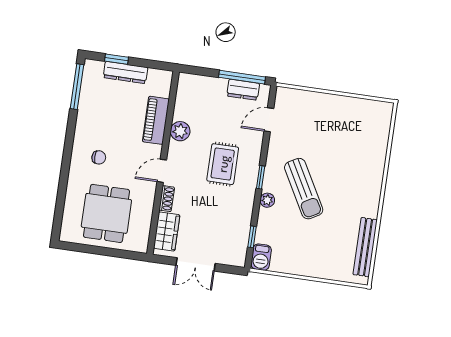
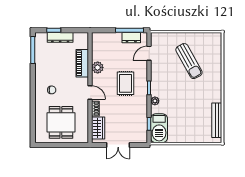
door: (162, 171) -> (90, 93), swing flipped
sun lounger: (304, 189) -> (189, 61), moved
barbecue: (261, 257) -> (159, 128), width x1.88, depth x1.53

